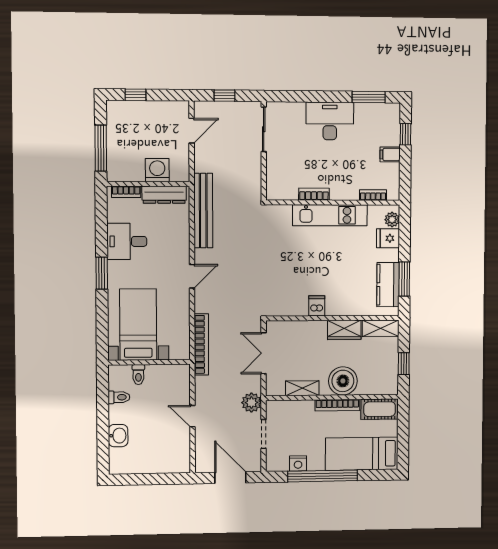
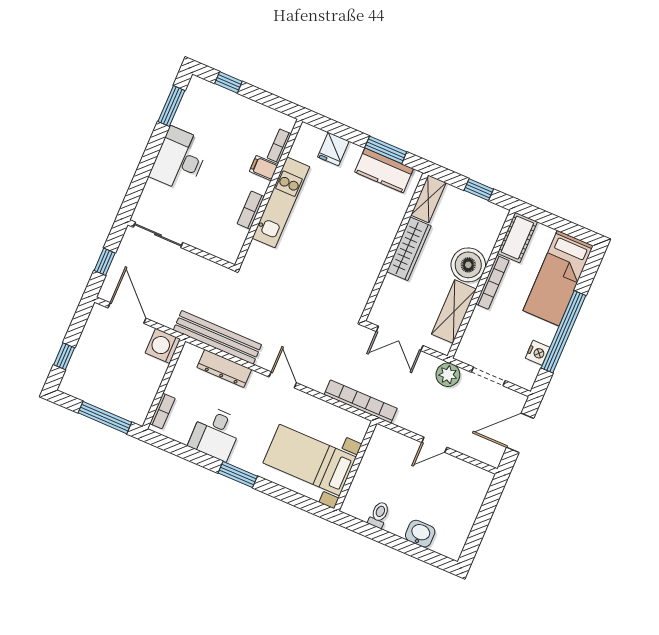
door: (192, 131) -> (127, 313), width x1.38
filing cabinet: (390, 154) -> (264, 168), moved, turned 90
washing machine: (157, 170) -> (163, 346), moved
dresser: (164, 195) -> (224, 368), moved, turned 90
plant: (392, 220) -> (315, 136), removed
dishwasher: (317, 306) -> (373, 259), removed
wardrobe: (344, 330) -> (409, 249), width x1.50
toilet: (138, 375) -> (364, 483), removed
shelving: (302, 388) -> (454, 312), width x1.50, depth x1.33

